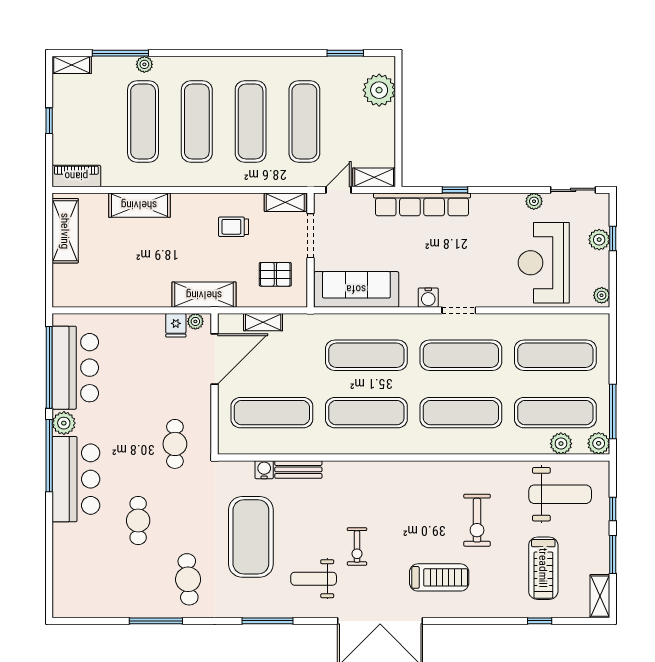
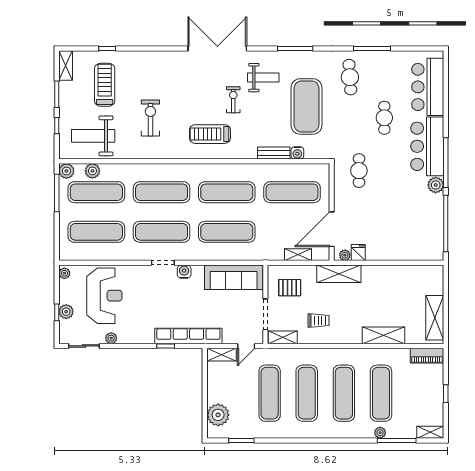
bar counter: (75, 368) -> (428, 87), moved
treadmill: (439, 577) -> (210, 134), moved

